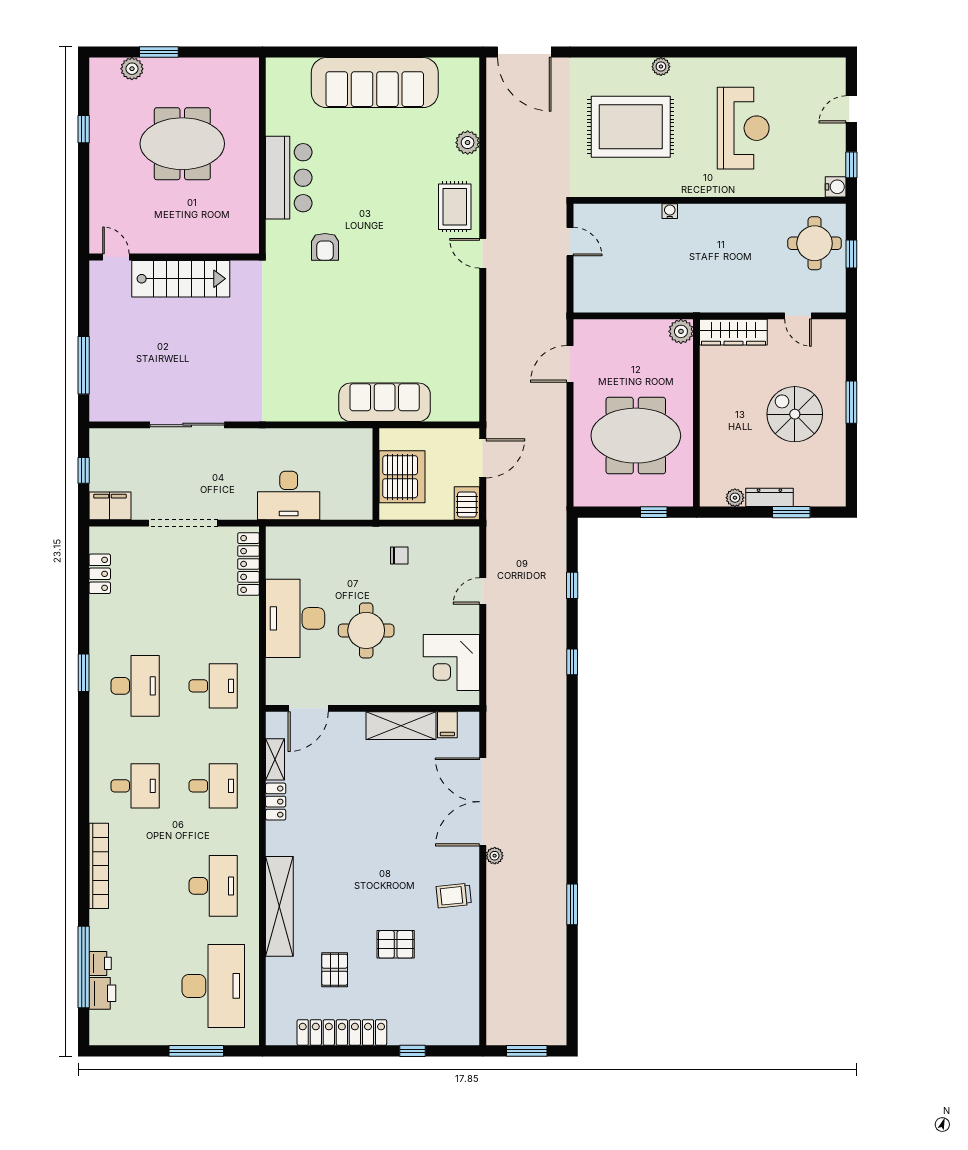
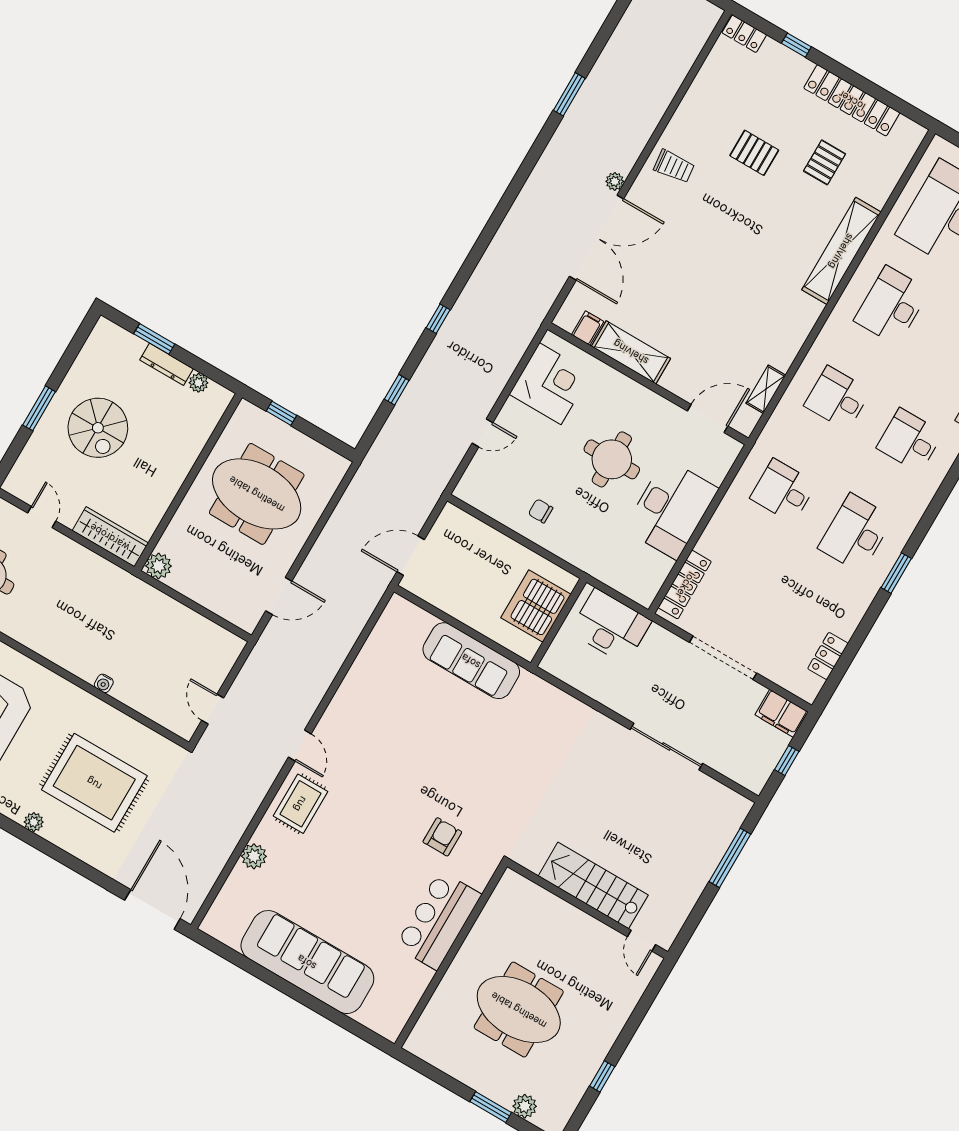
wall: (376, 474) -> (559, 623), moved
server rack: (402, 477) -> (536, 606), moved
server rack: (467, 503) -> (450, 523), removed
locker: (276, 802) -> (744, 34), moved, turned -90

